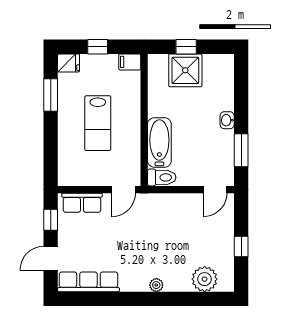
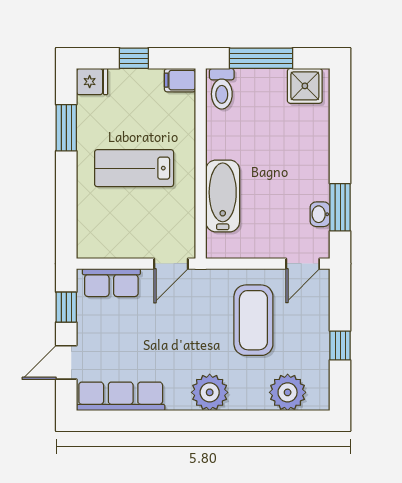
window: (186, 47) -> (261, 58), width x2.17
shower: (185, 70) -> (305, 86), moved, width x0.73, depth x0.73
washbasin: (227, 120) -> (320, 214), moved
lab bench: (98, 123) -> (134, 168), turned 90
toilet: (162, 177) -> (222, 89), moved, turned 90
coffee table: (181, 229) -> (253, 320), added
plant: (156, 285) -> (210, 392), width x1.88, depth x1.88

